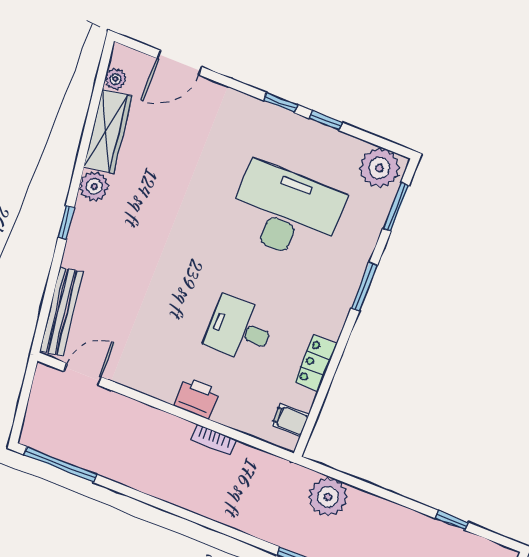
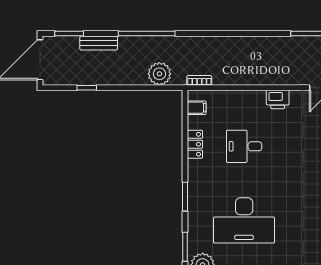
desk: (240, 329) -> (244, 146), turned 180
printer: (197, 398) -> (278, 99), moved
bookcase: (213, 439) -> (199, 80), moved

